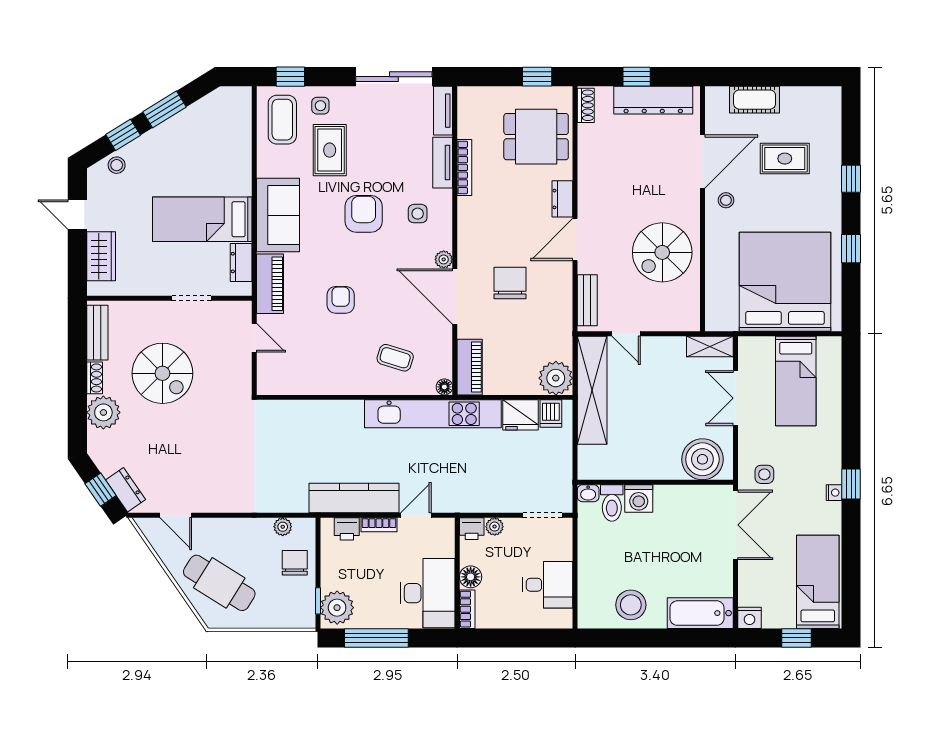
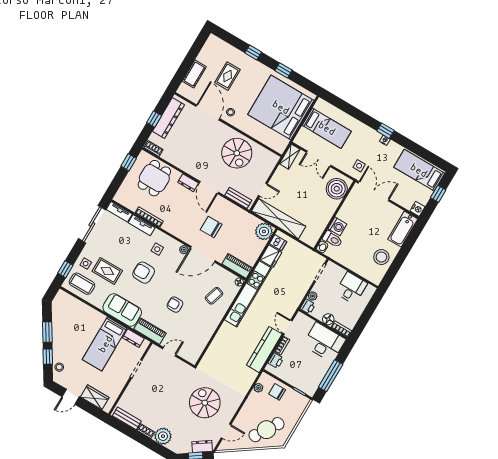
spiral stairs: (162, 373) -> (205, 403), moved, turned -90
plant: (337, 608) -> (307, 385), removed

